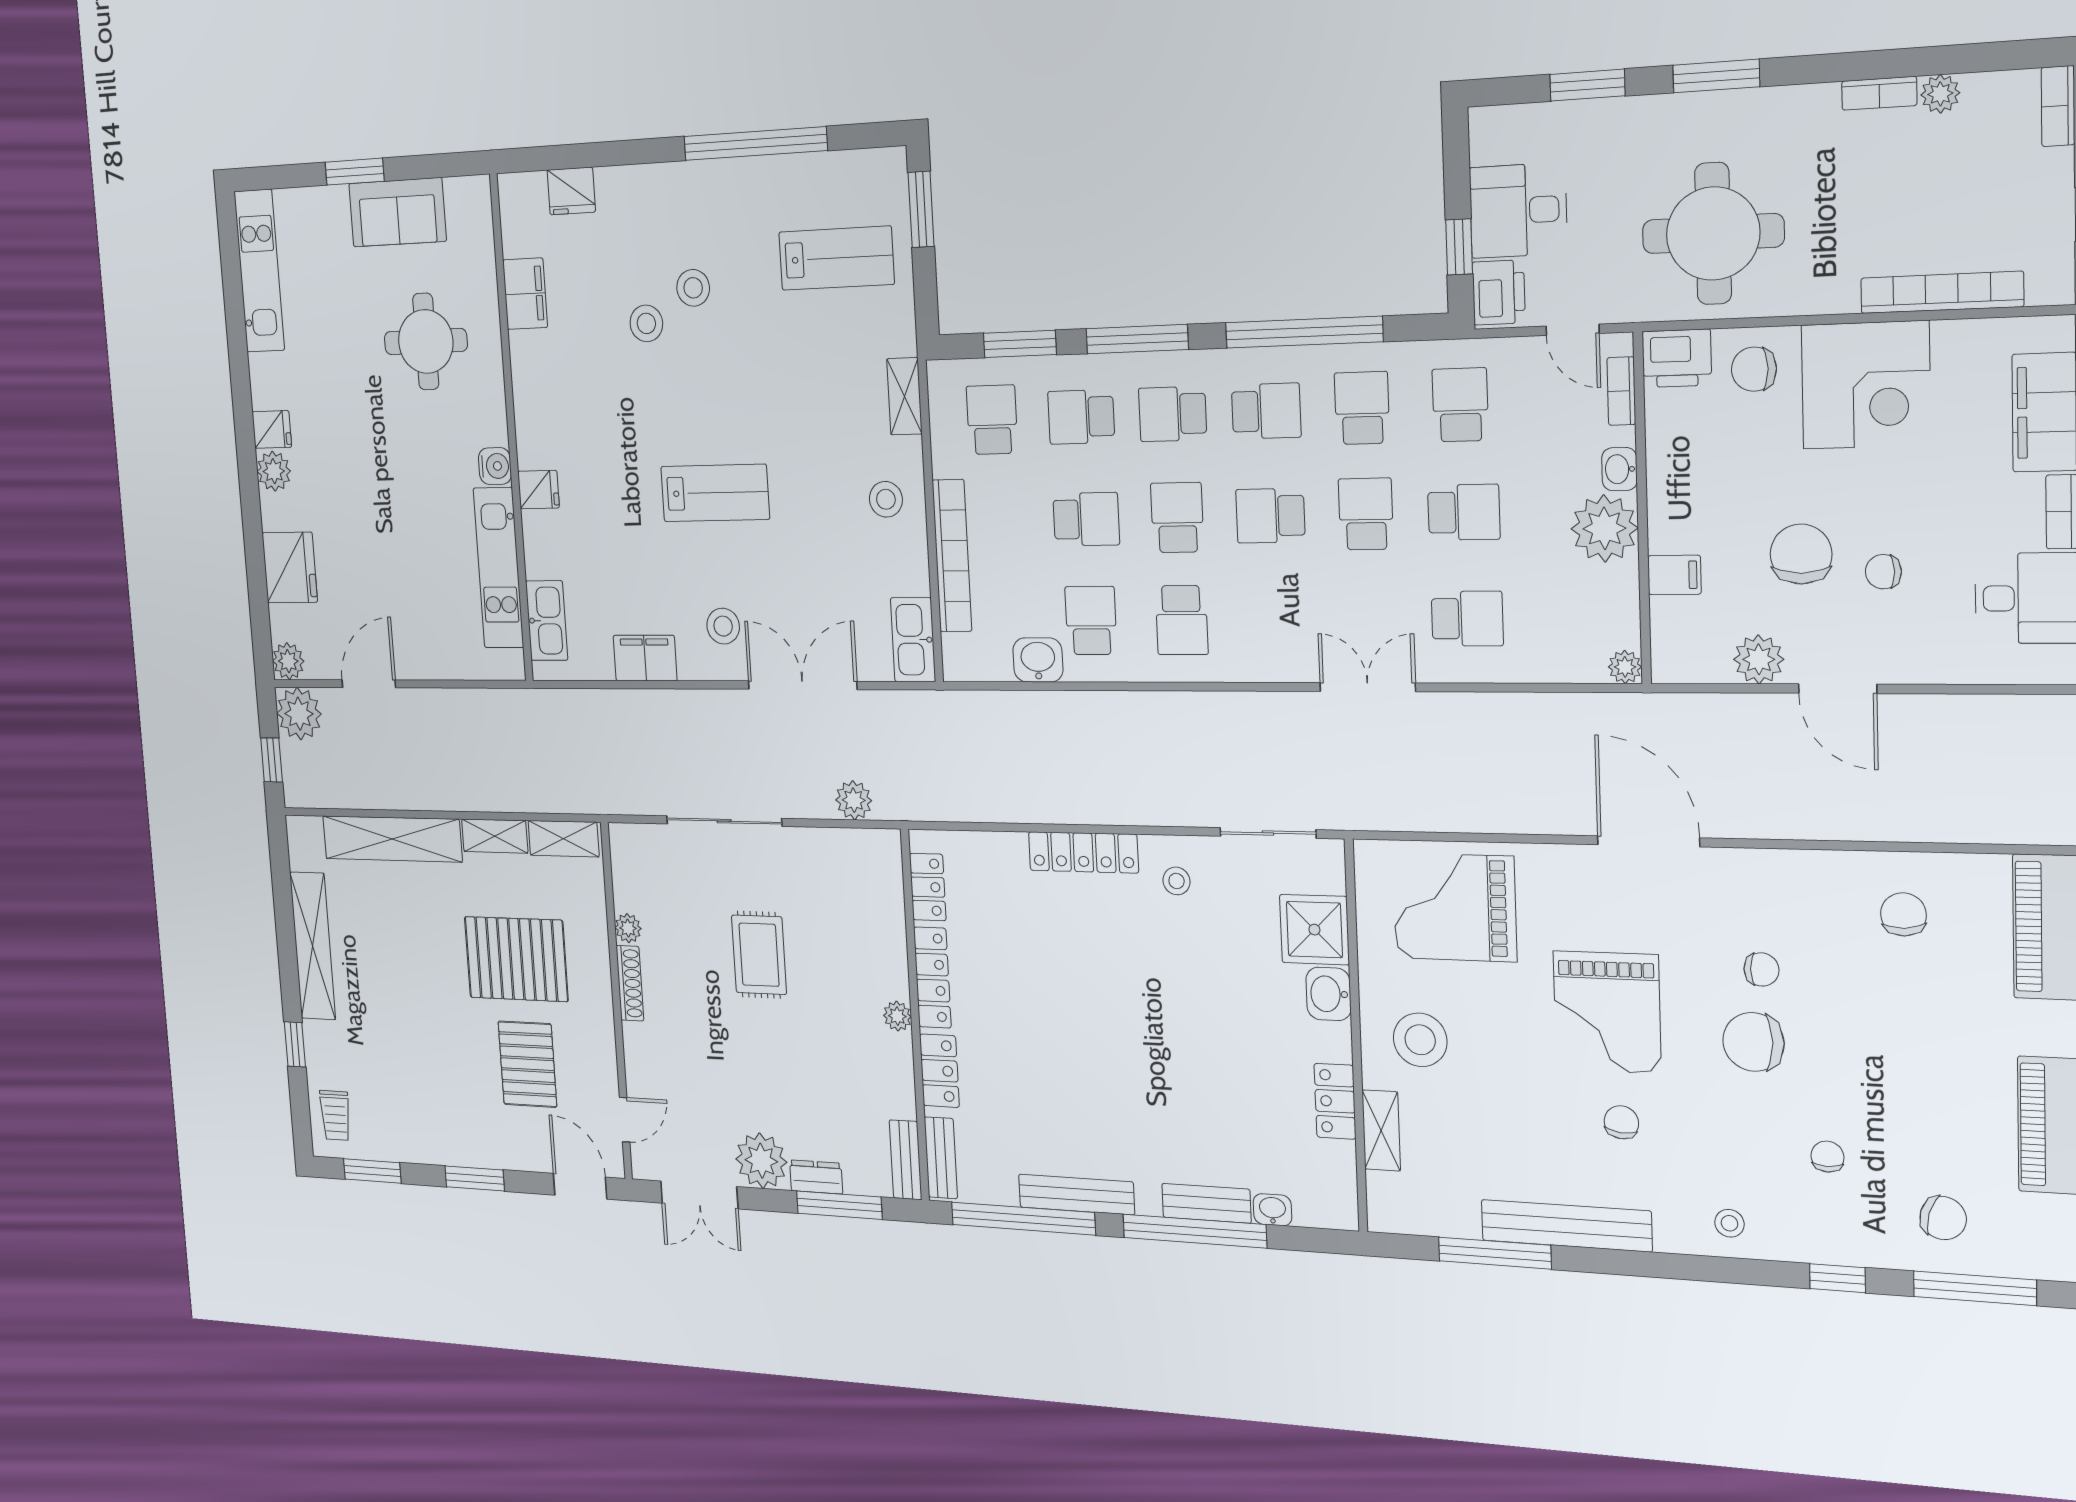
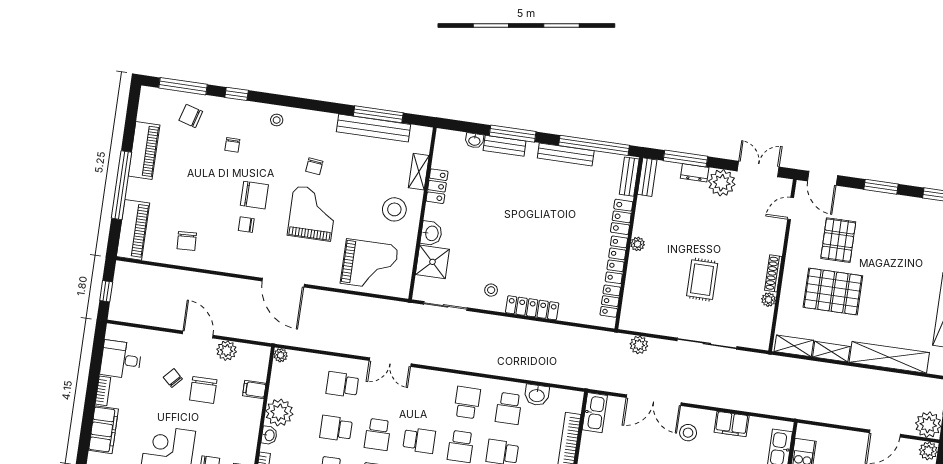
chair: (1883, 572) -> (173, 378), turned -137
bench: (1566, 1226) -> (374, 128), moved
window: (1194, 1231) -> (513, 134), width x0.68

